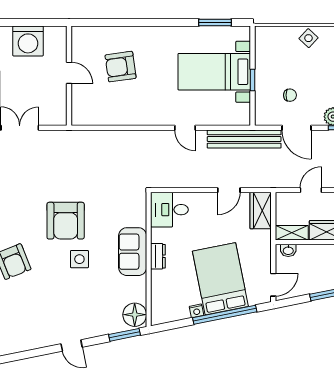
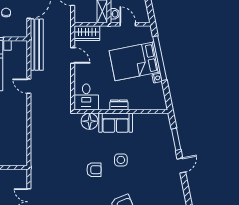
door: (185, 128) -> (29, 86), swing flipped
armchair: (66, 221) -> (94, 170), width x0.53, depth x0.53
door: (273, 285) -> (128, 24), moved
floor lamp: (135, 315) -> (90, 121), moved
window: (125, 335) -> (176, 139), moved

